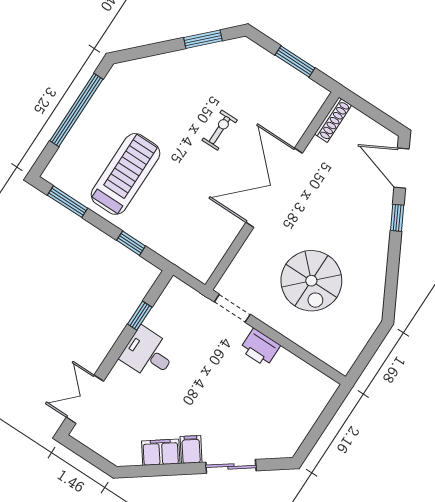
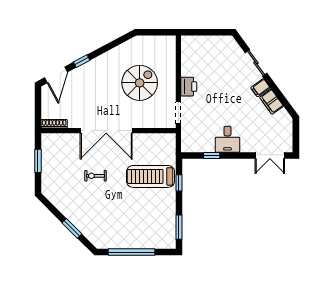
window: (203, 39) -> (72, 228), moved
treadmill: (125, 174) -> (151, 176), moved

